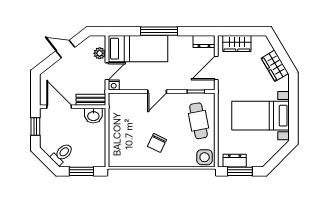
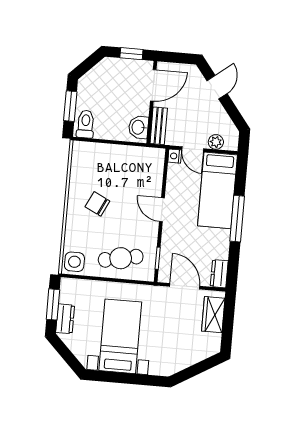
door: (65, 49) -> (217, 87), moved
wardrobe: (275, 66) -> (181, 360), removed
toilet: (62, 154) -> (86, 124), moved, turned -135
dresser: (235, 161) -> (65, 319), moved

